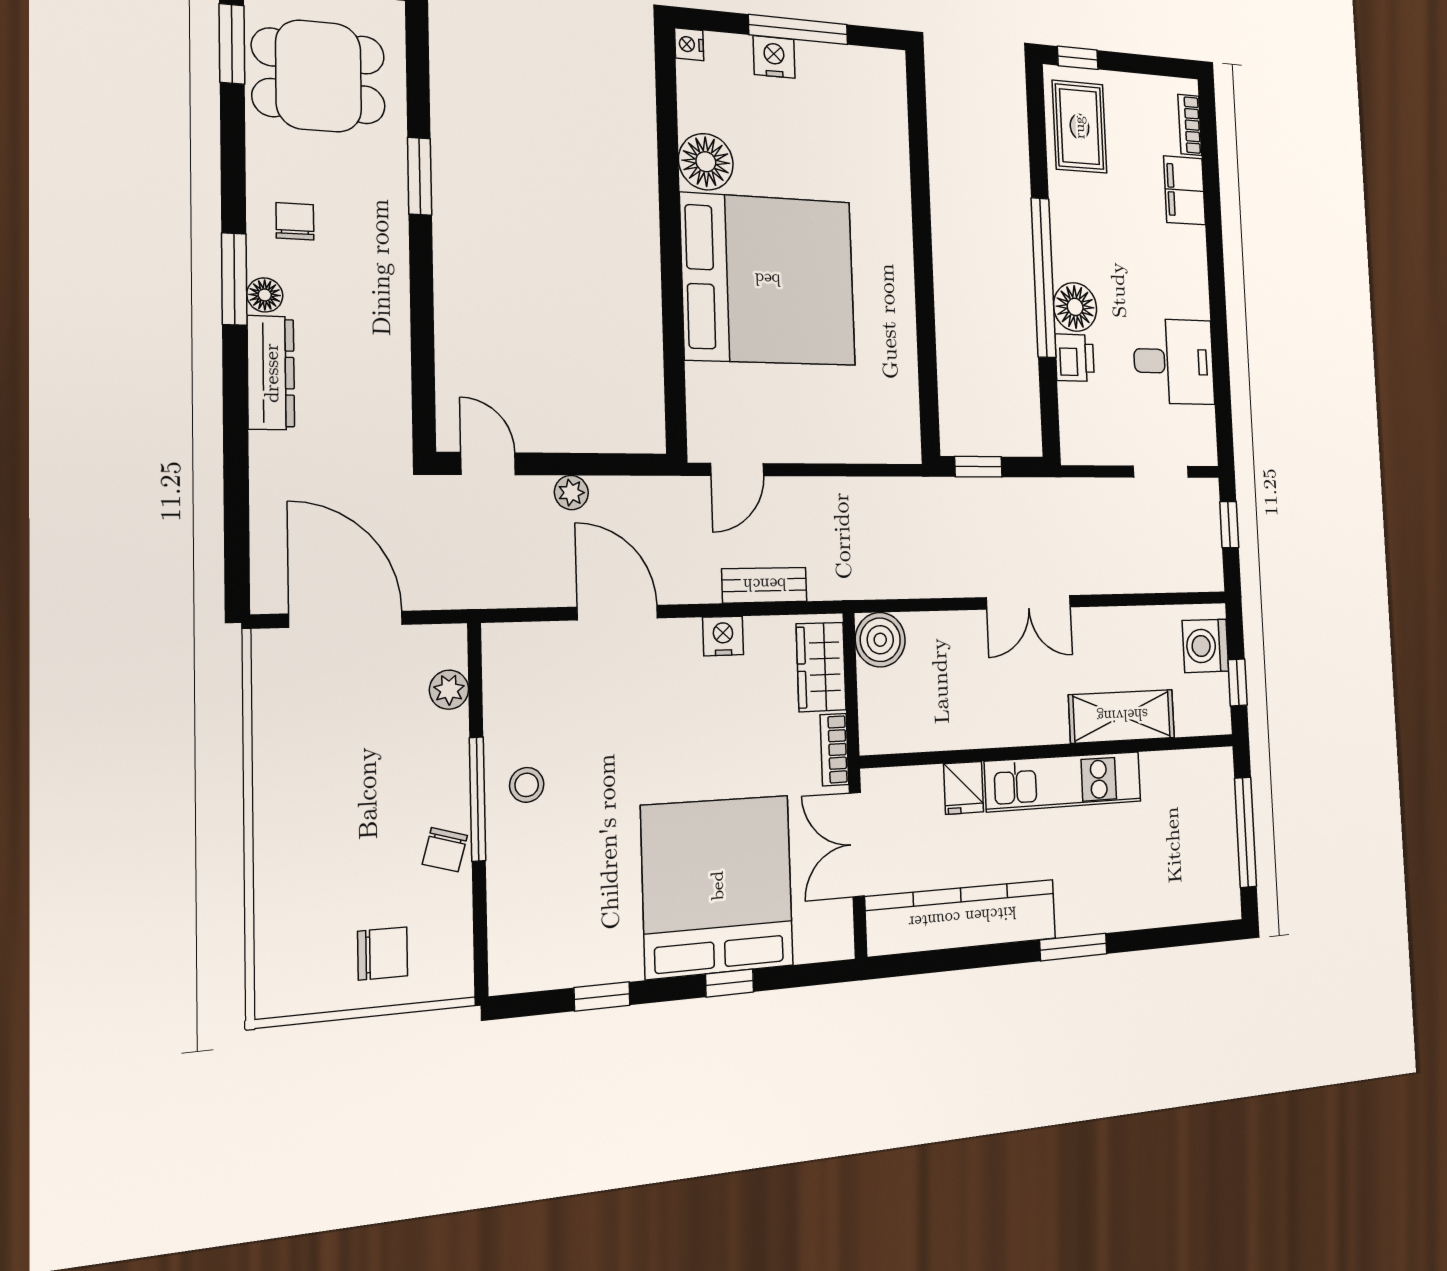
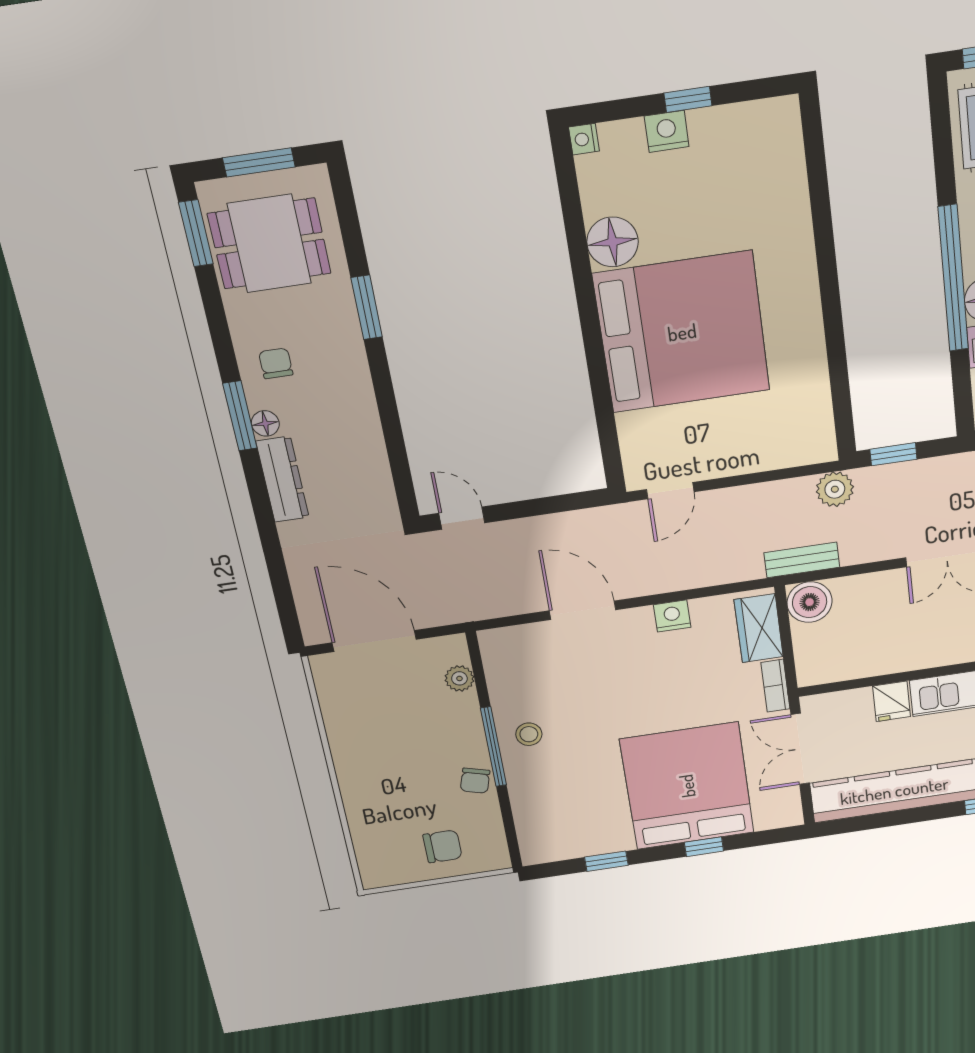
window: (798, 30) -> (688, 99), width x0.46
plant: (571, 493) -> (835, 489), moved, width x1.38, depth x1.38
bench: (765, 585) -> (802, 560), moved

